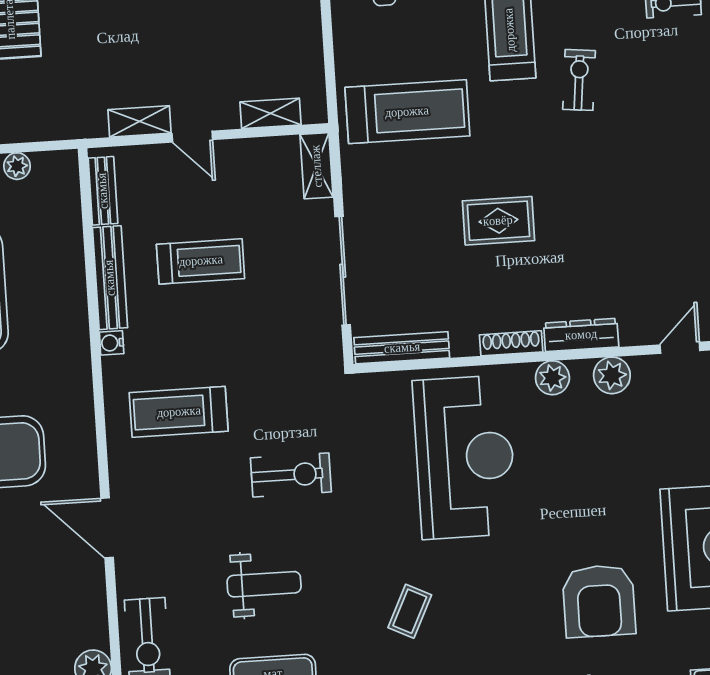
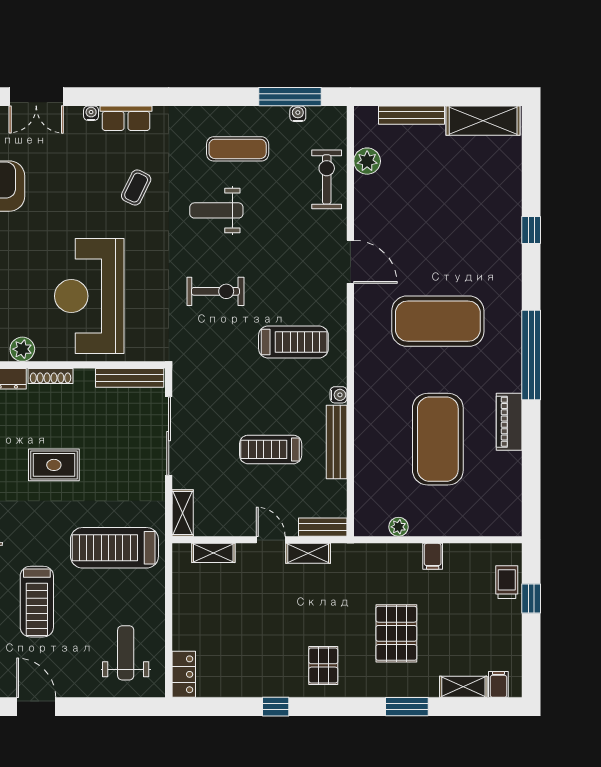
bench: (103, 191) -> (323, 527), moved, turned 90
exercise bike: (291, 475) -> (215, 291), turned 180
weight bench: (264, 584) -> (216, 210), moved

